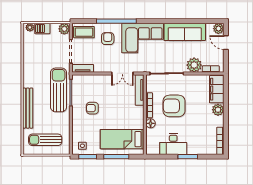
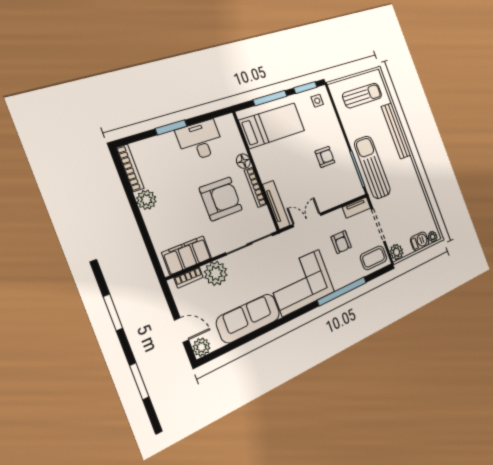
armchair: (108, 39) -> (341, 242), moved
filing cabinet: (217, 89) -> (187, 255), moved, turned -90
sun lounger: (59, 90) -> (372, 167), turned 180
plant: (218, 110) -> (146, 200), moved

